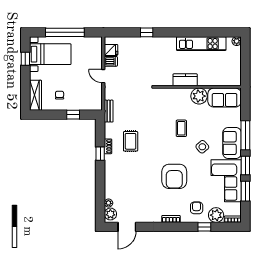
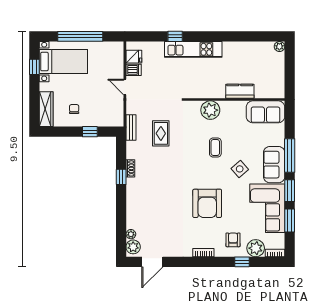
kitchen unit: (201, 44) -> (193, 49), moved
kitchen counter: (185, 80) -> (240, 91), moved
plant: (199, 96) -> (210, 110), moved
rug: (131, 141) -> (161, 133), moved

